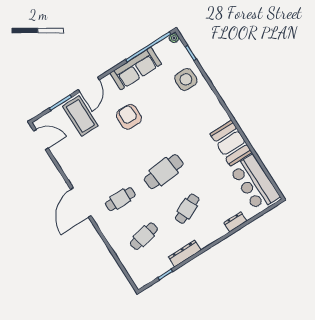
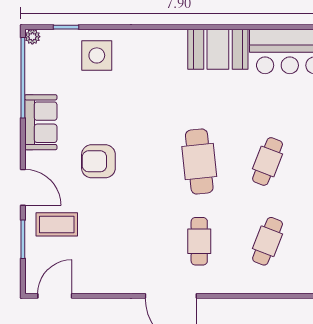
sofa: (136, 69) -> (41, 122), width x0.73
coffee table: (80, 116) -> (57, 224), width x0.73, depth x0.76
cafe table: (187, 209) -> (268, 161), turned 45
cafe table: (144, 236) -> (268, 241), turned 33

